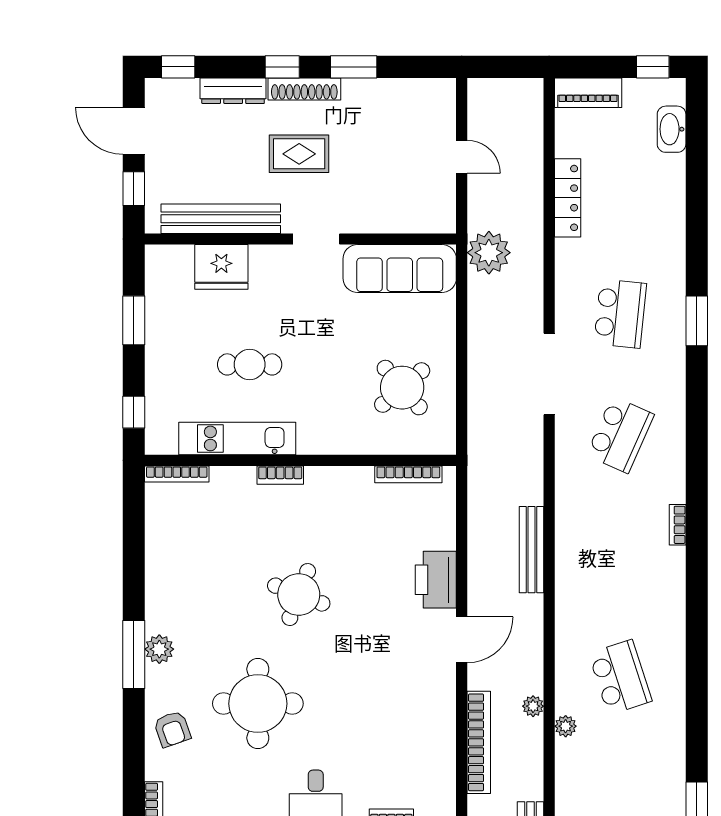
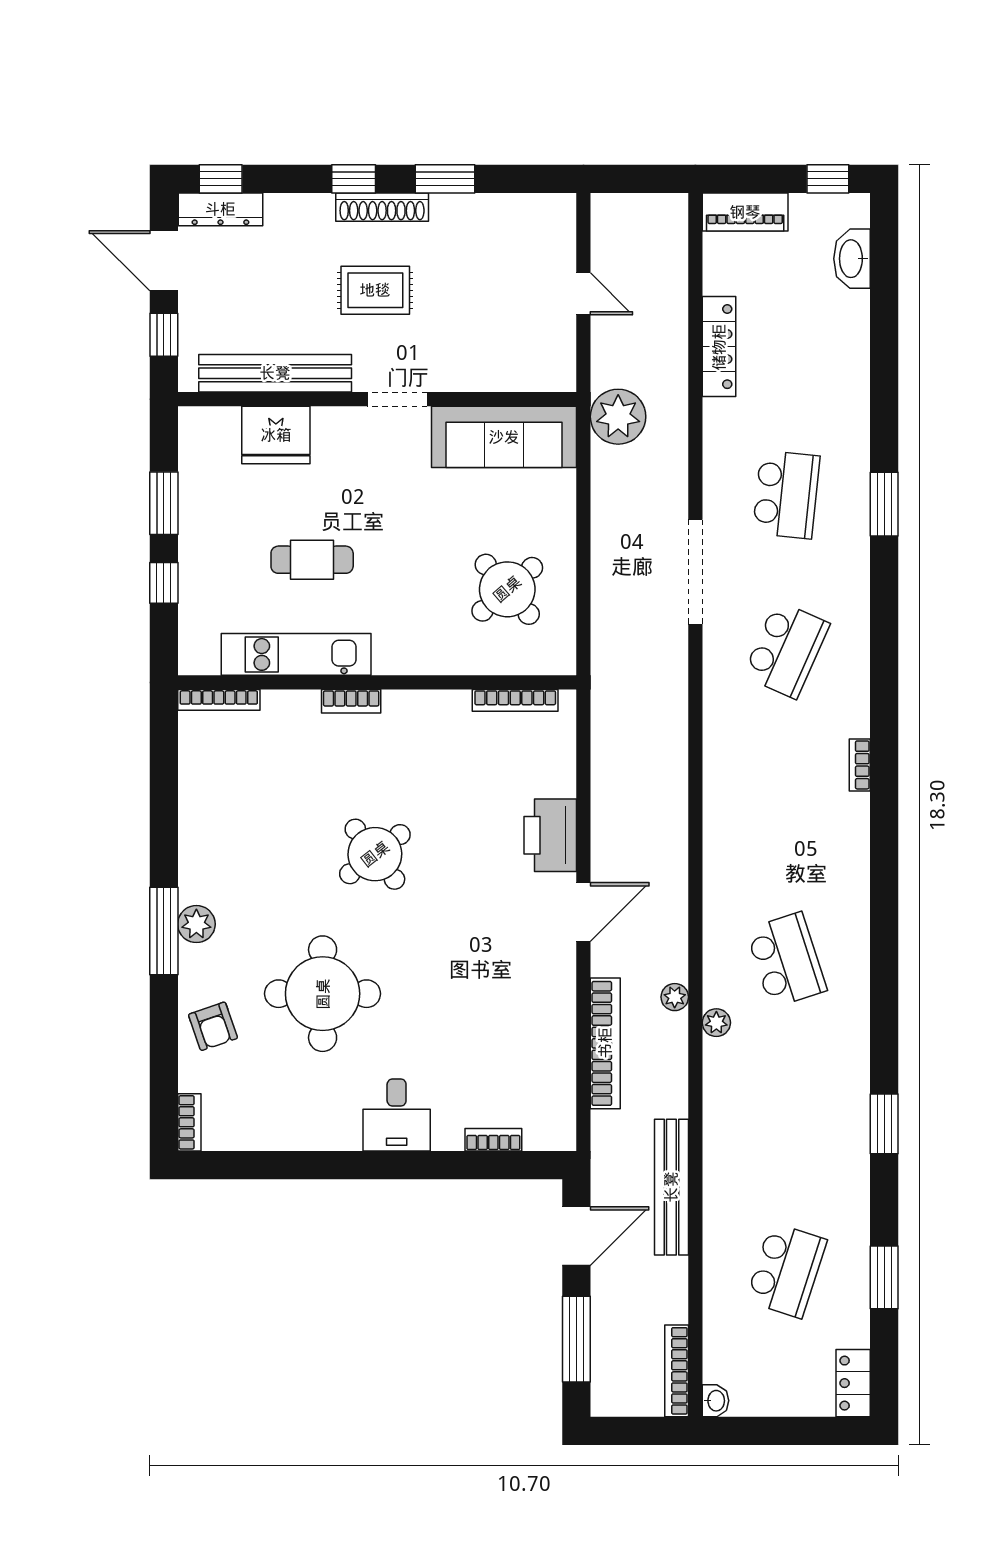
dresser: (233, 91) -> (220, 209), moved
window: (134, 412) -> (164, 583), moved
bench: (532, 550) -> (673, 797), removed
round table: (299, 595) -> (375, 854), turned 31

